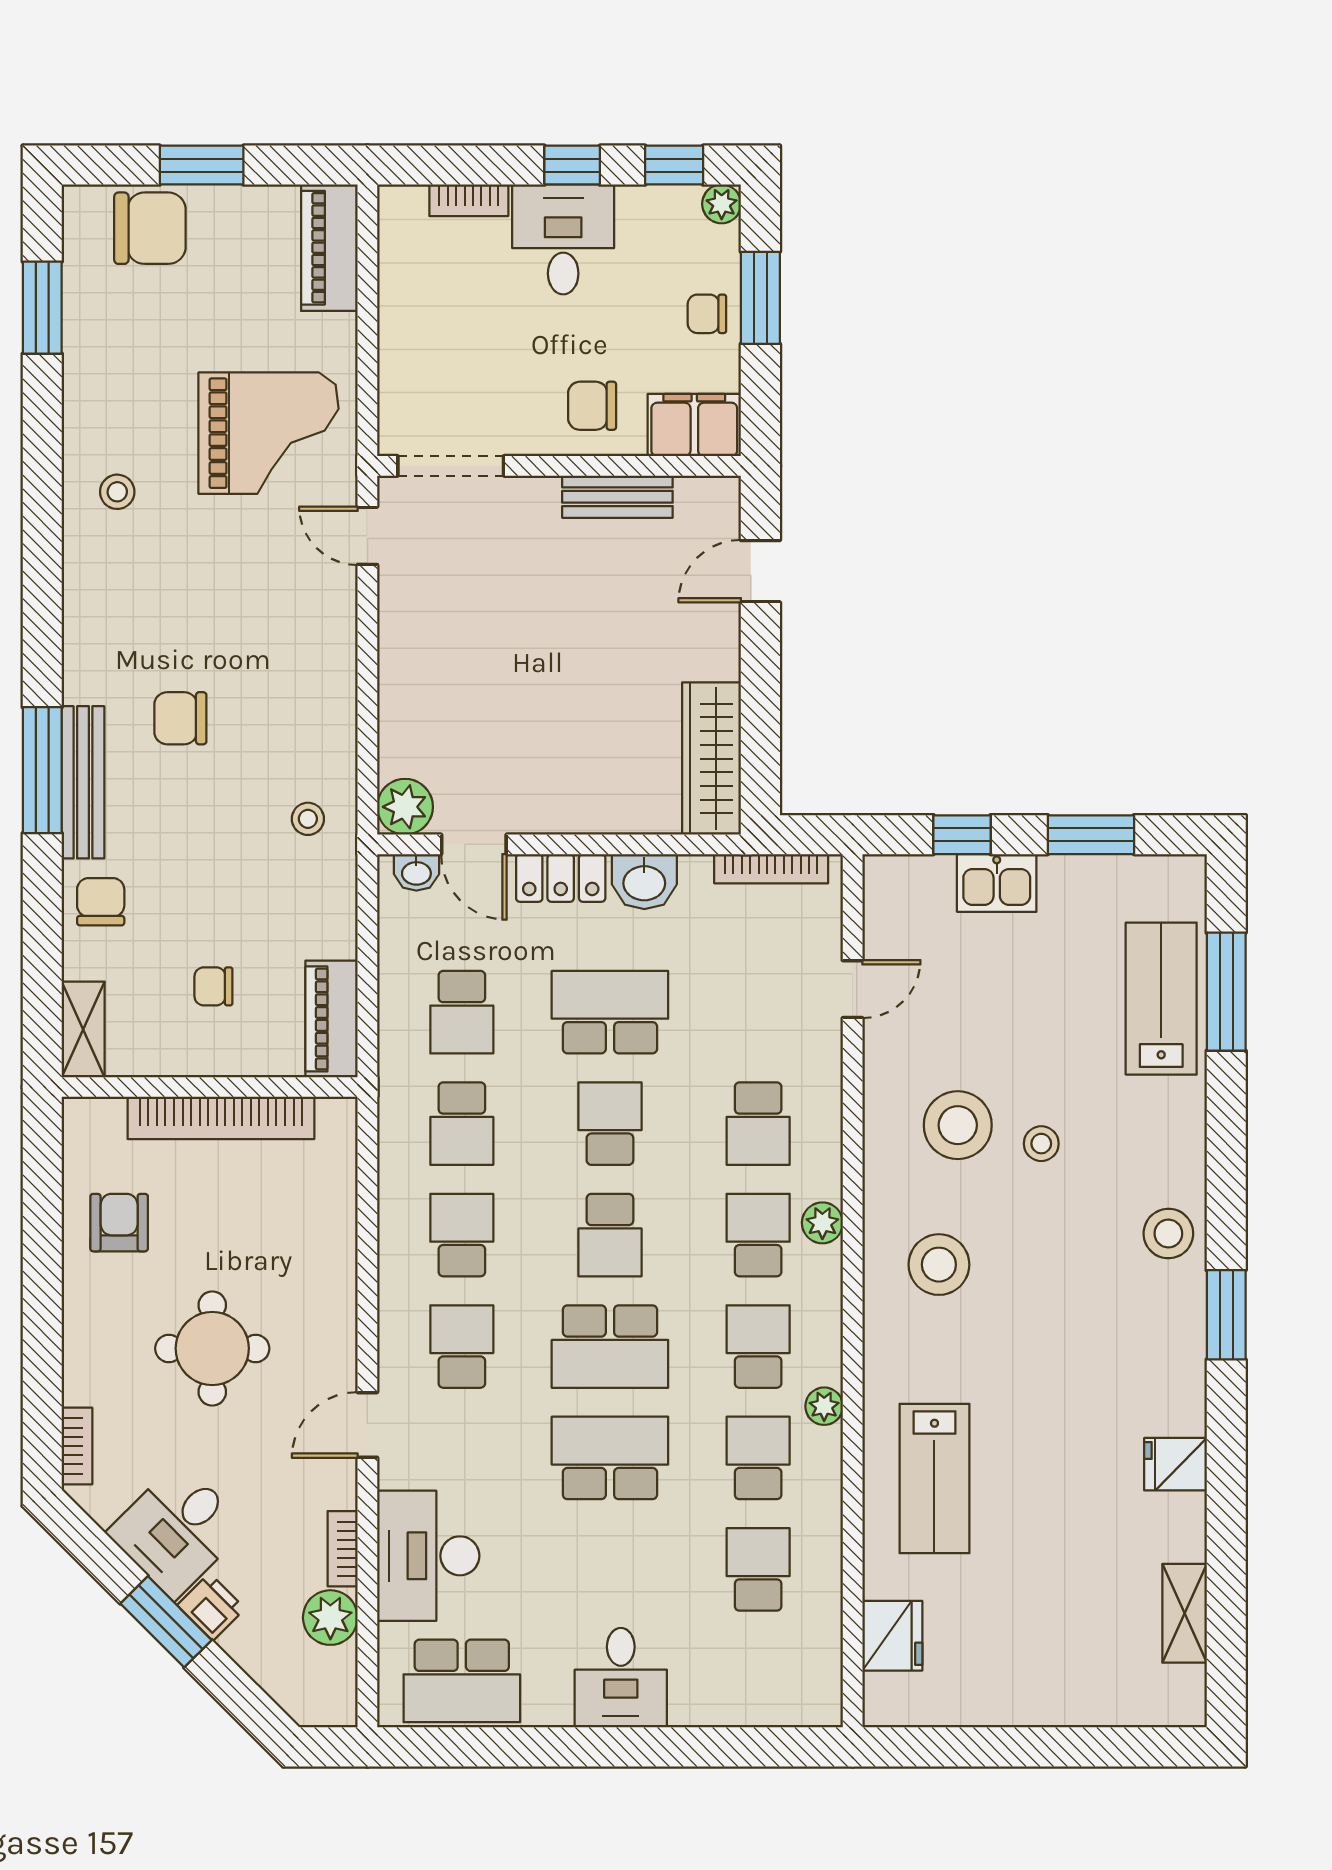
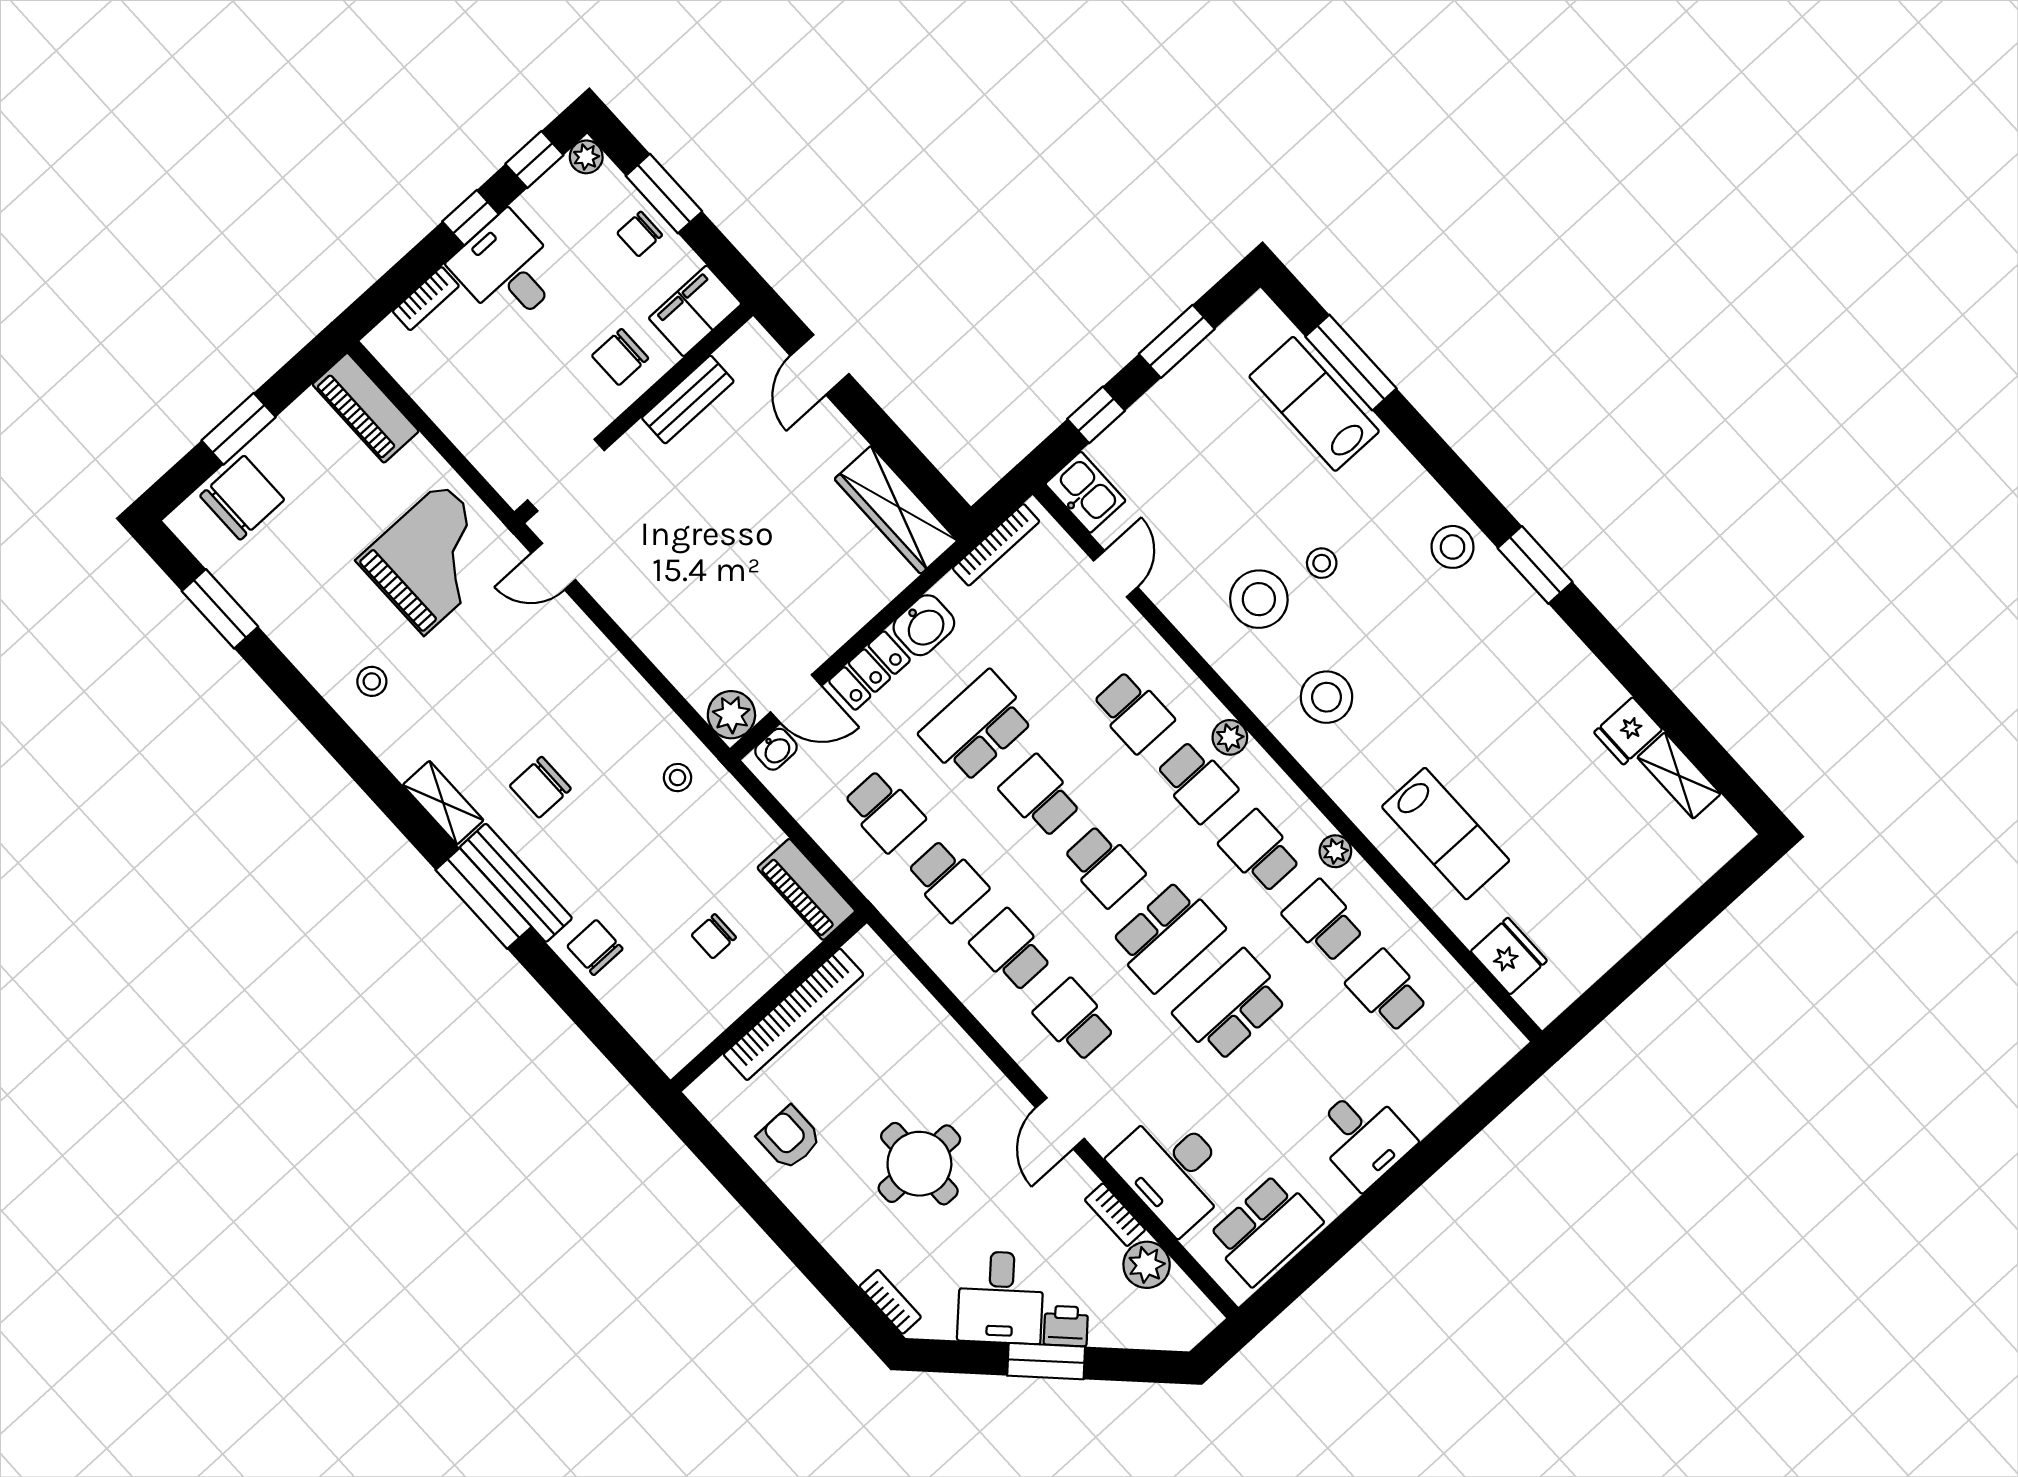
kitchen sink: (997, 883) -> (1085, 492), moved, turned -90
shelving: (83, 1029) -> (443, 803), moved
school desk: (758, 1235) -> (1197, 782), turned 180
fridge: (1175, 1464) -> (1628, 731), moved

